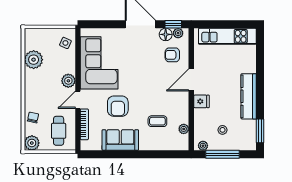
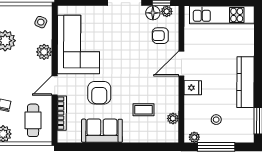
plant: (68, 81) -> (44, 52), moved

